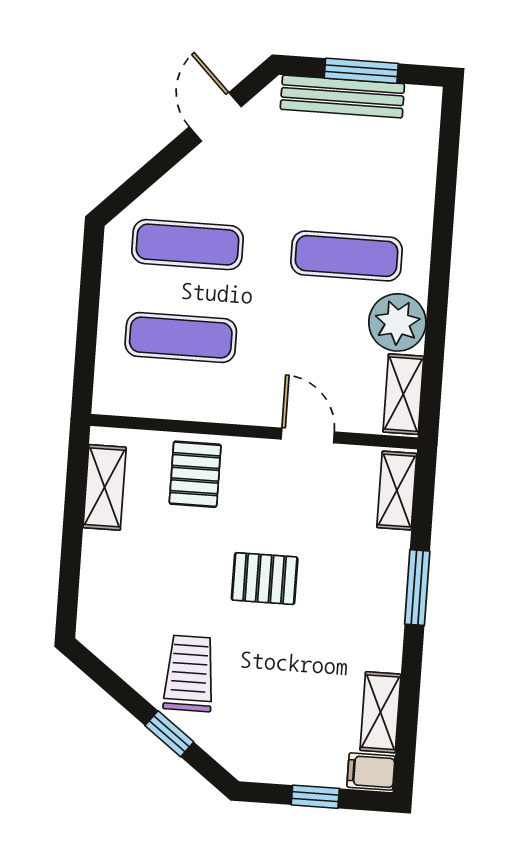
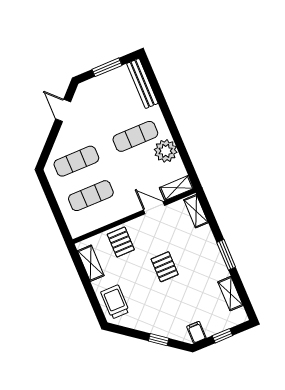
bench: (342, 97) -> (142, 83), moved, turned 90
shelving: (403, 394) -> (177, 188), moved, turned 90
pallet: (265, 579) -> (165, 267), turned 90
window: (417, 588) -> (226, 255), moved
trolley: (189, 673) -> (115, 302), moved
filing cabinet: (371, 772) -> (196, 332), moved, turned 90

